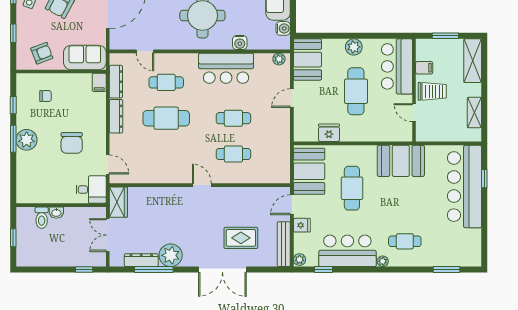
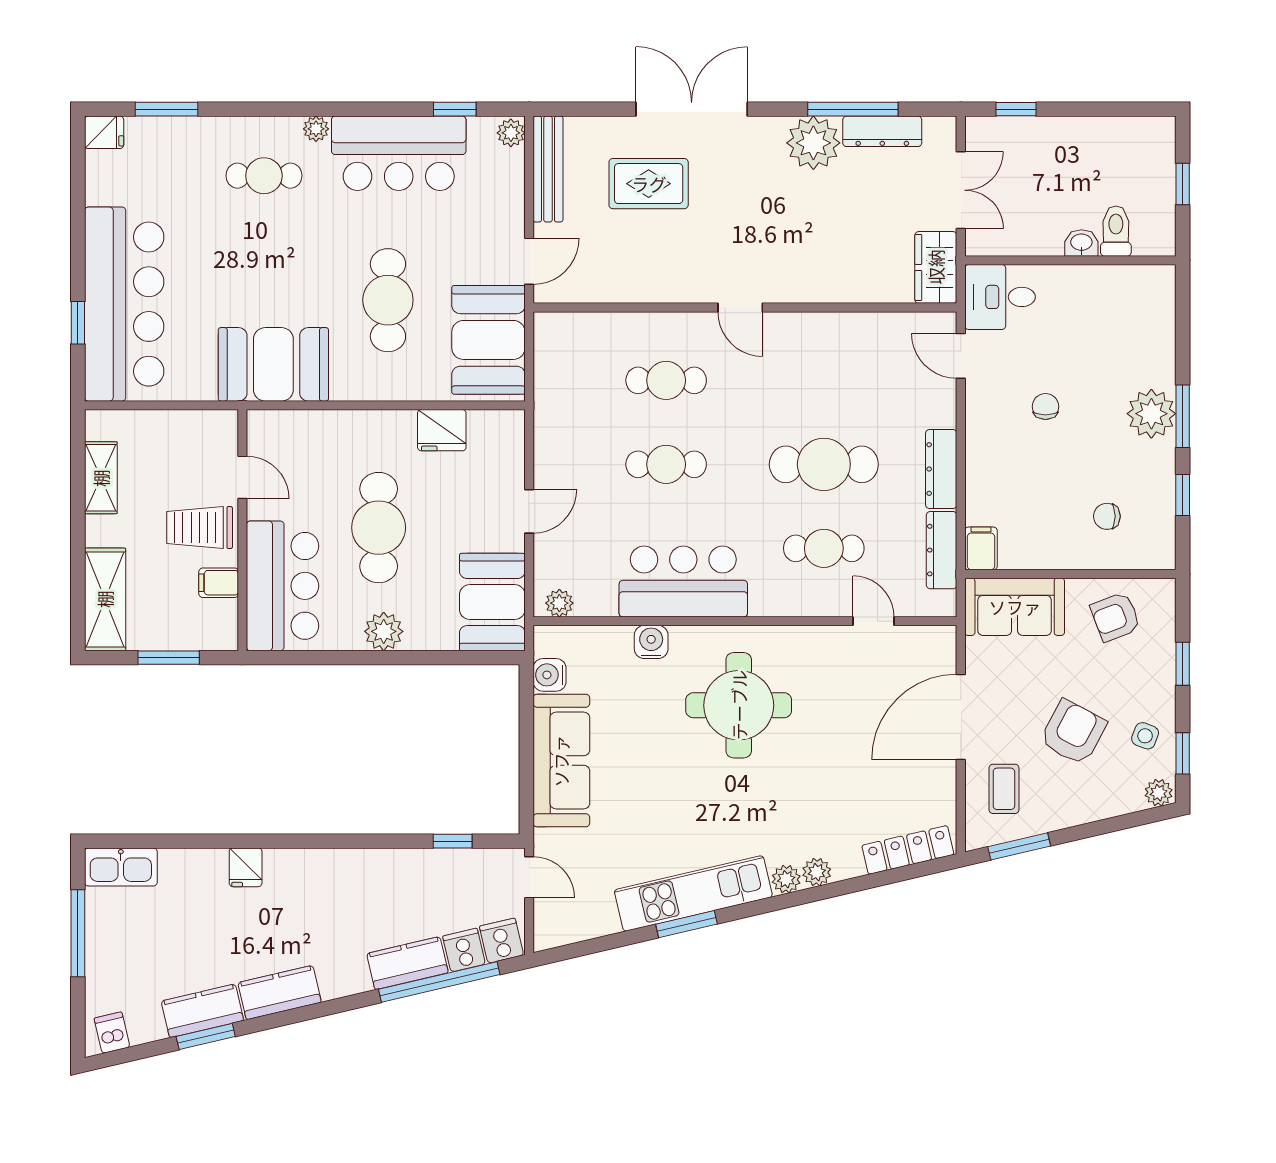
chair: (72, 143) -> (1045, 406), width x0.54, depth x0.54
fridge: (302, 225) -> (104, 132), moved, turned 180

